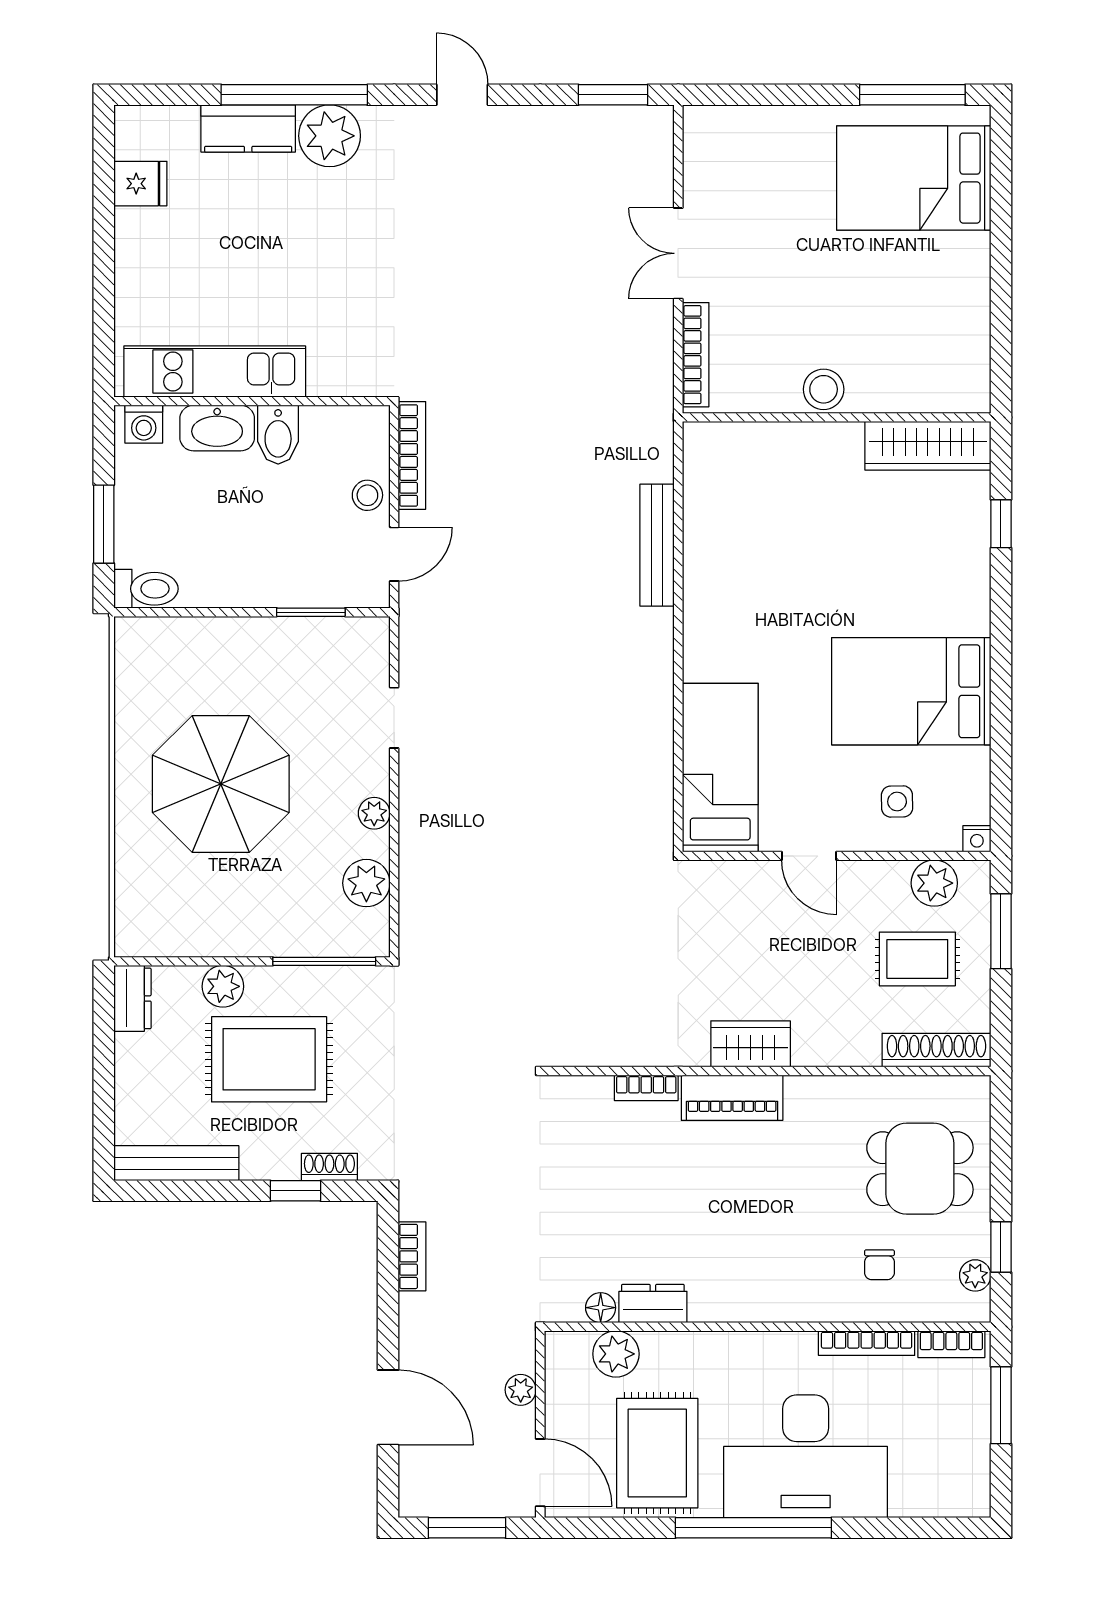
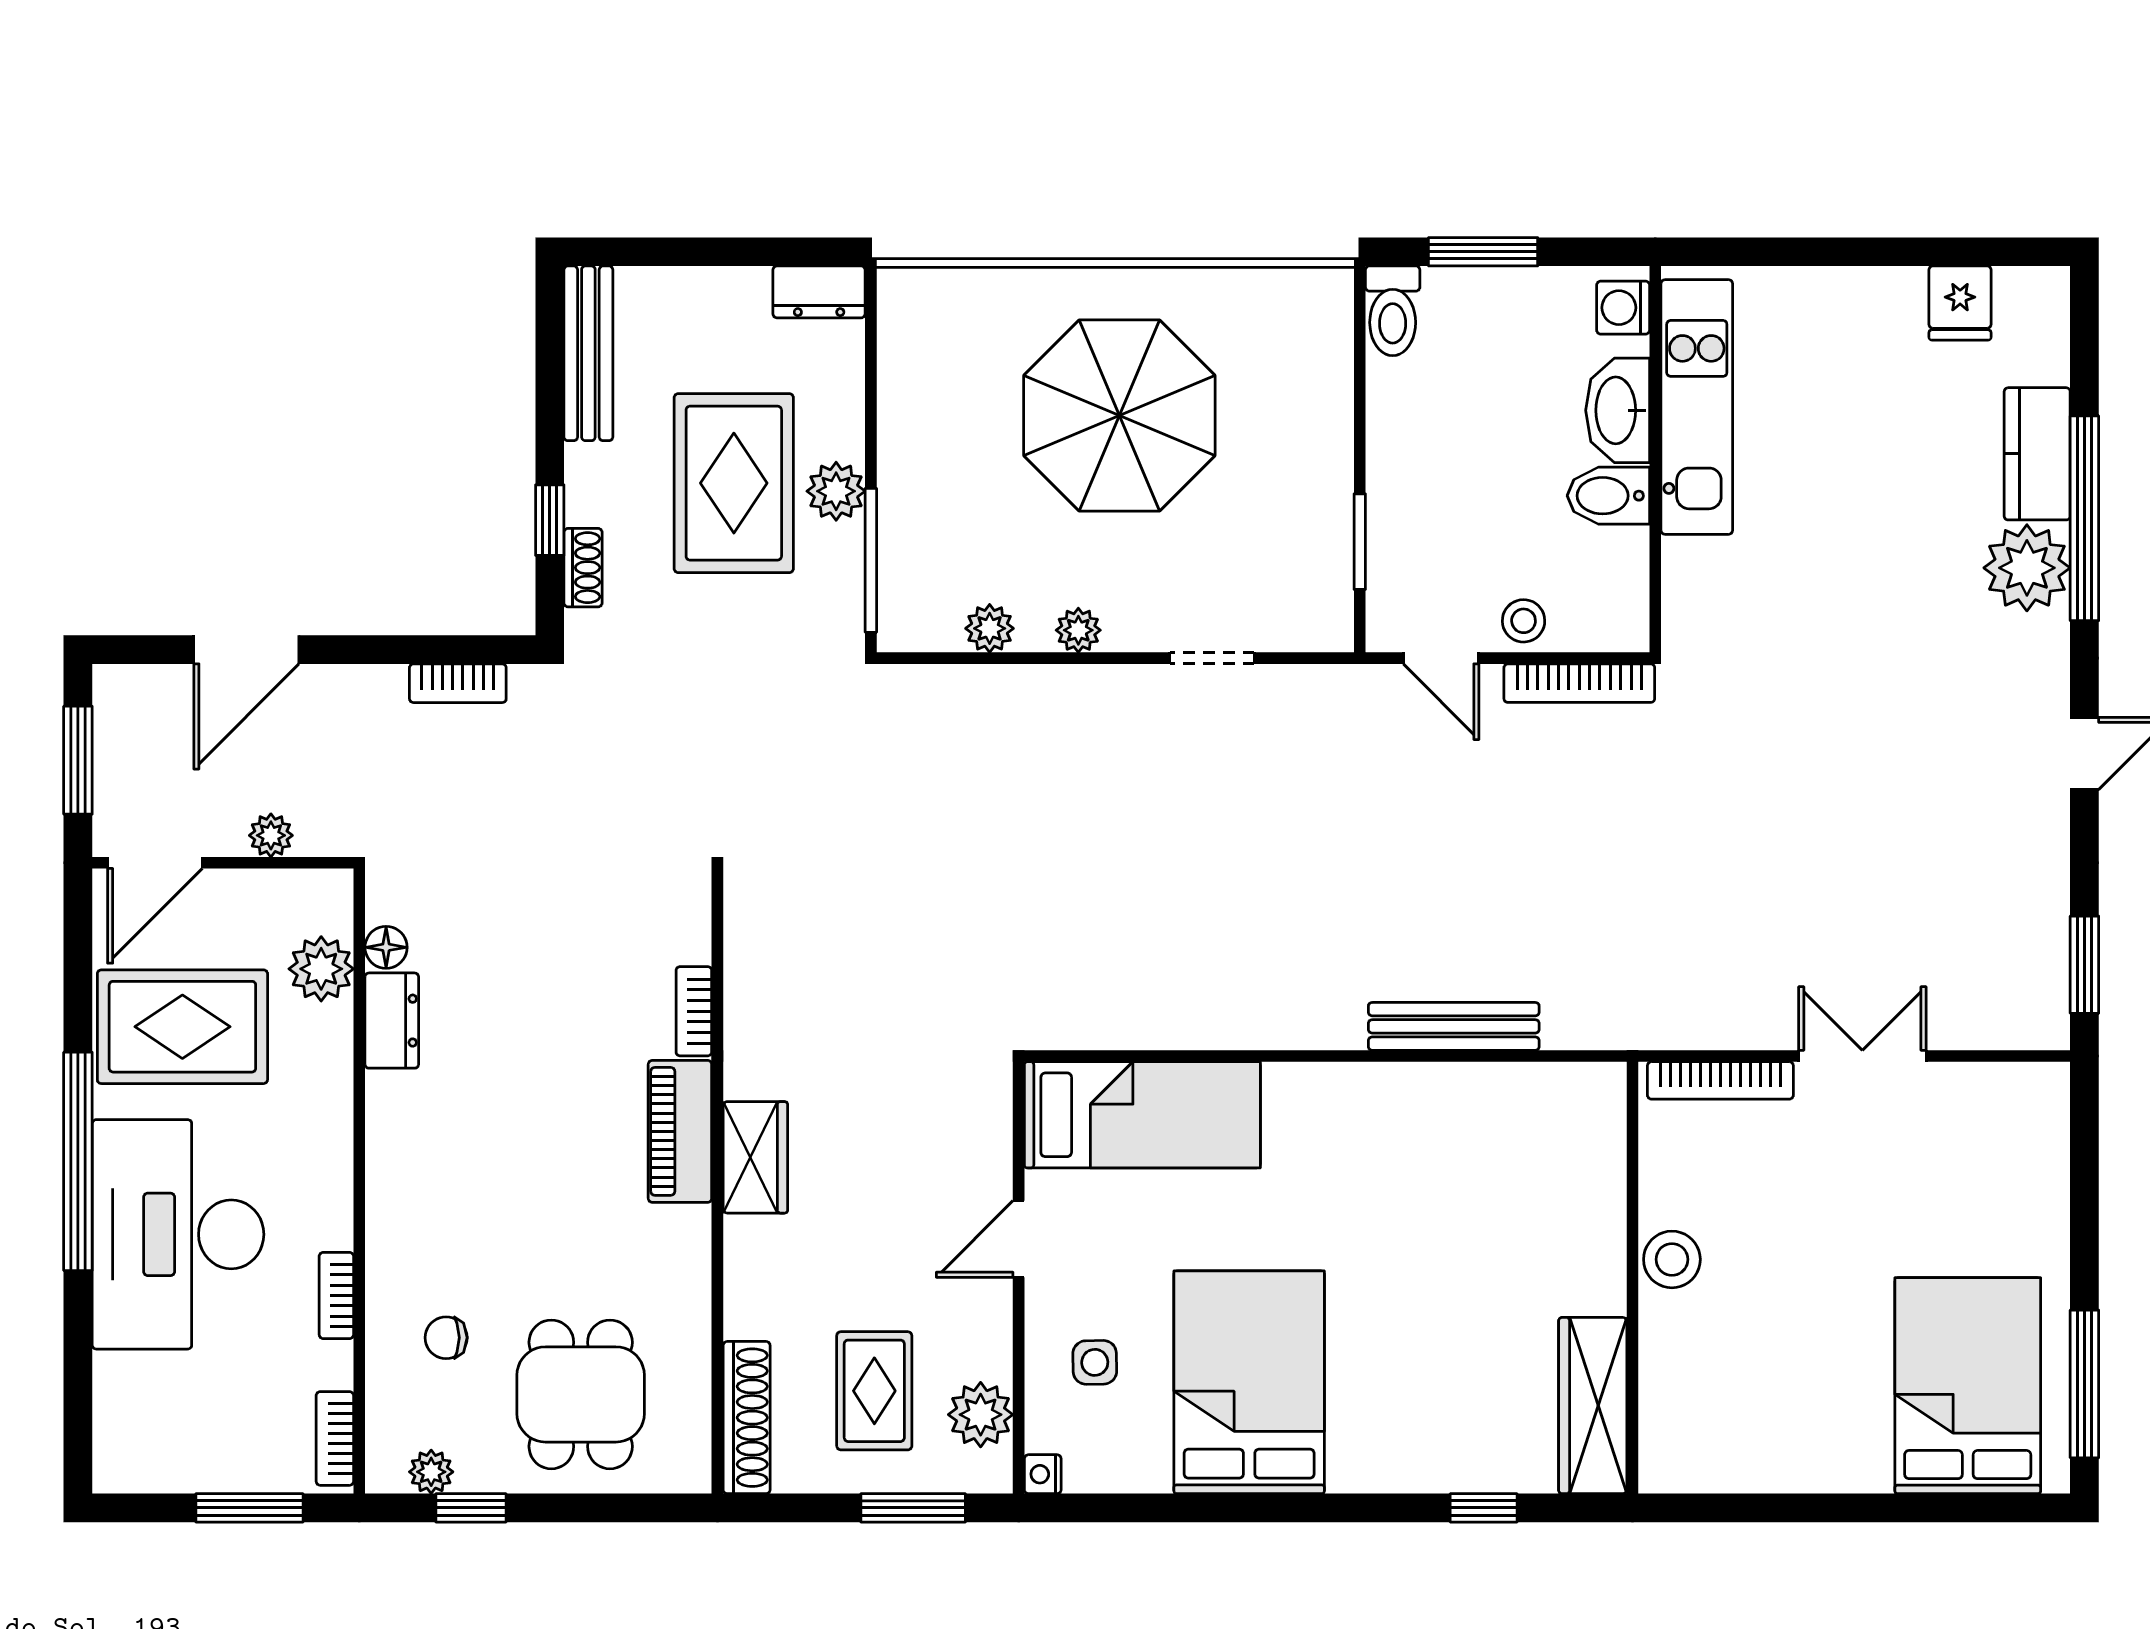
plant: (366, 883) -> (990, 628), width x0.73, depth x0.73
plant: (223, 986) -> (836, 491), moved
bookcase: (867, 1343) -> (336, 1295), width x0.64

